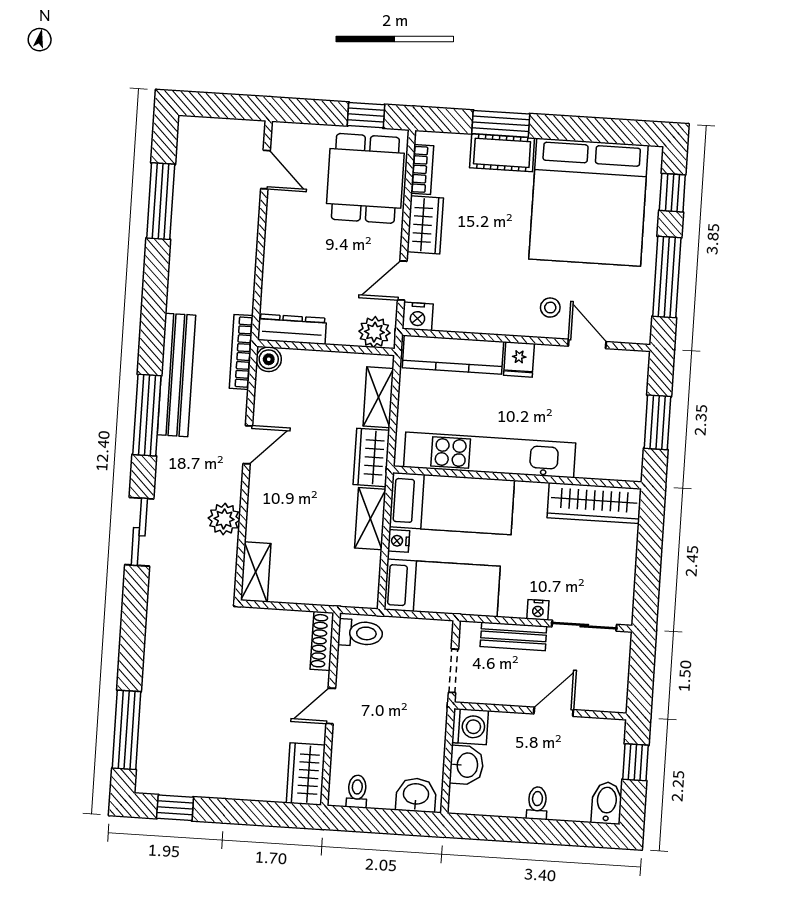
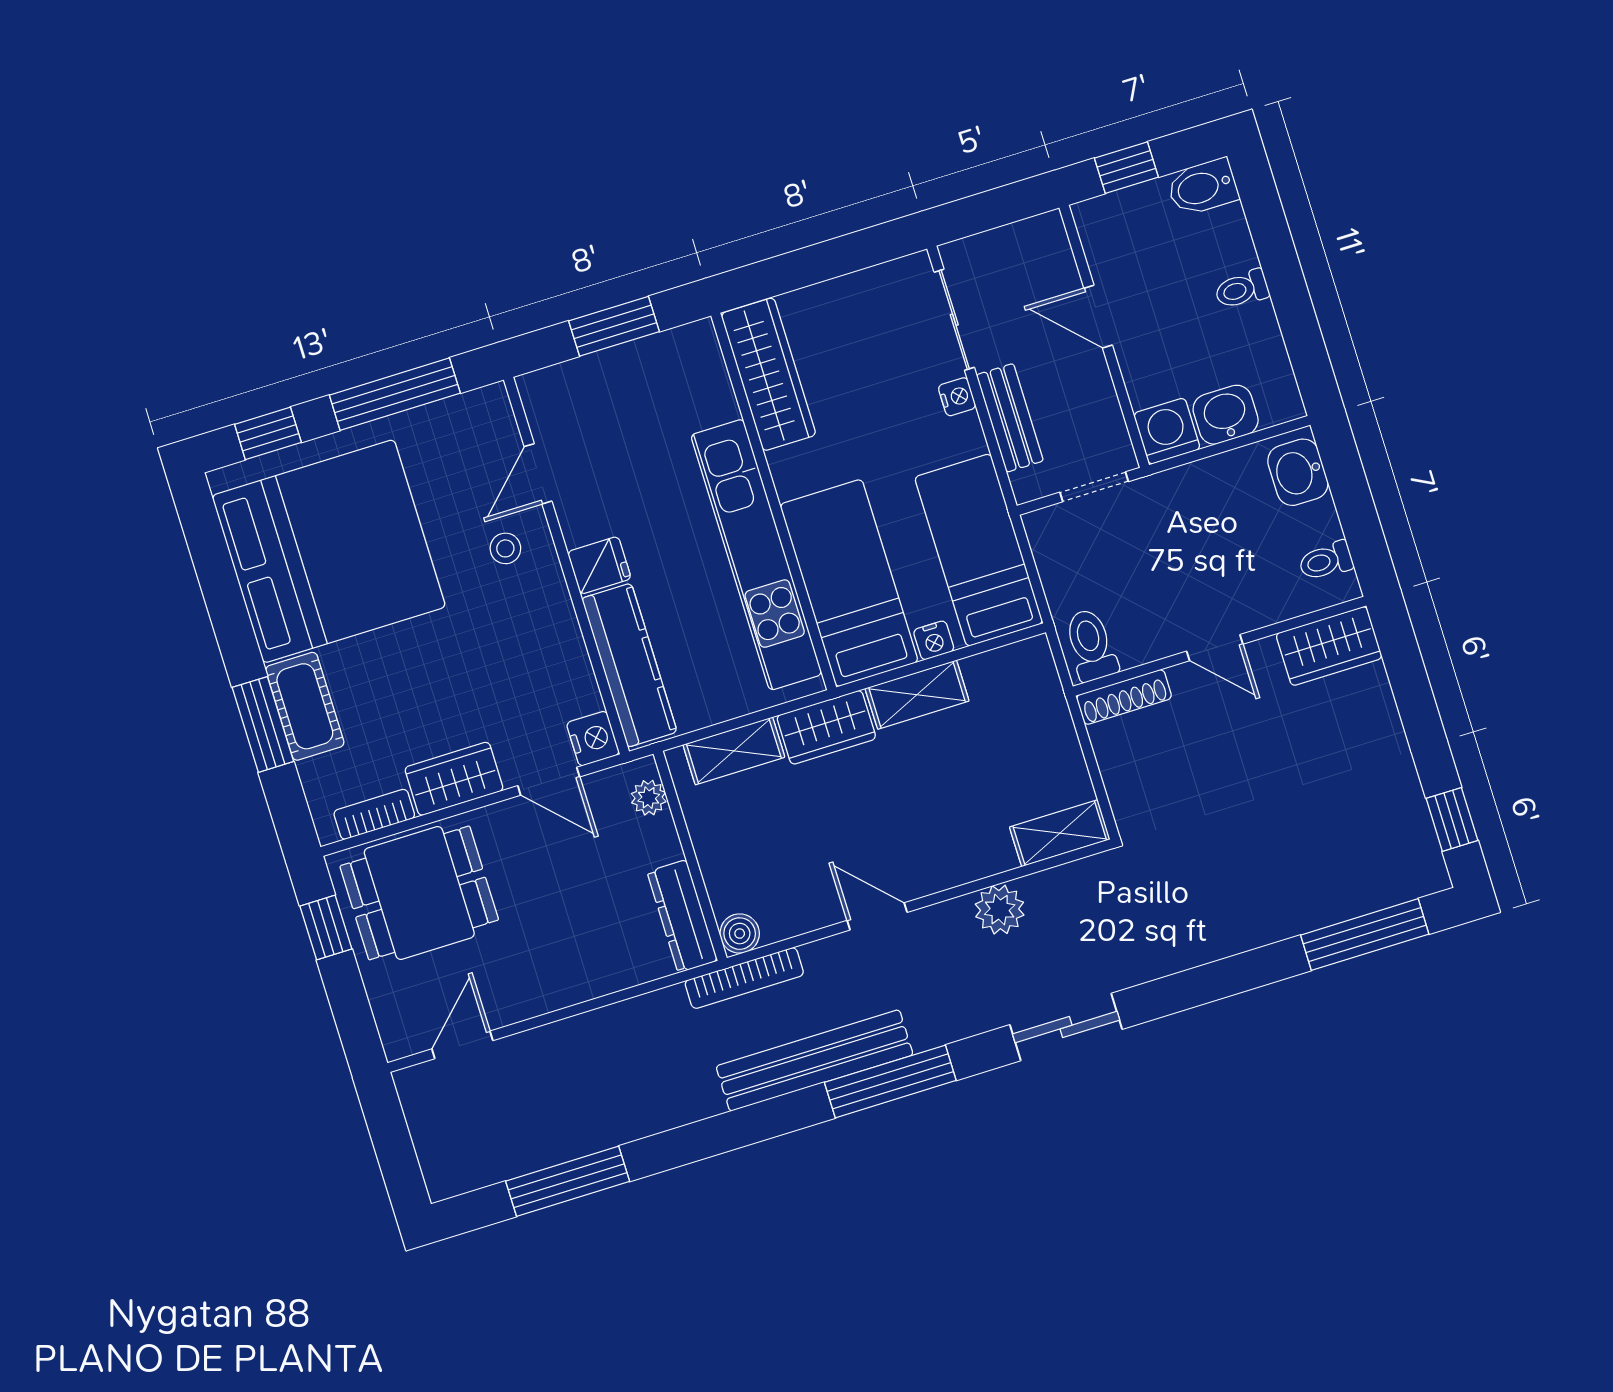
plant: (374, 332) -> (649, 798), width x0.73, depth x0.73

